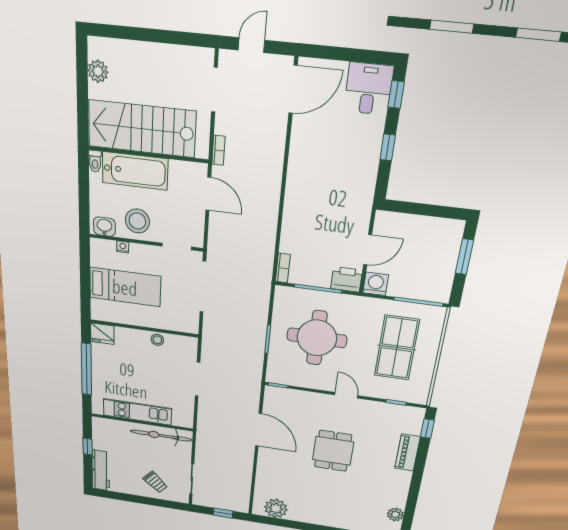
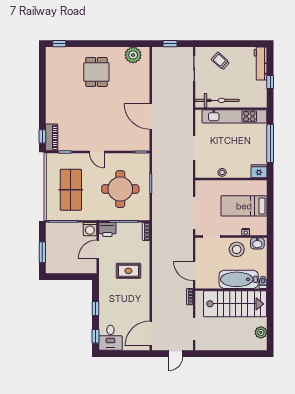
rug: (320, 207) -> (128, 271), added
kitchen unit: (137, 412) -> (234, 116), width x1.36
dining table: (333, 451) -> (96, 72), moved
piano: (407, 453) -> (52, 137), moved
plant: (395, 514) -> (51, 66), removed

